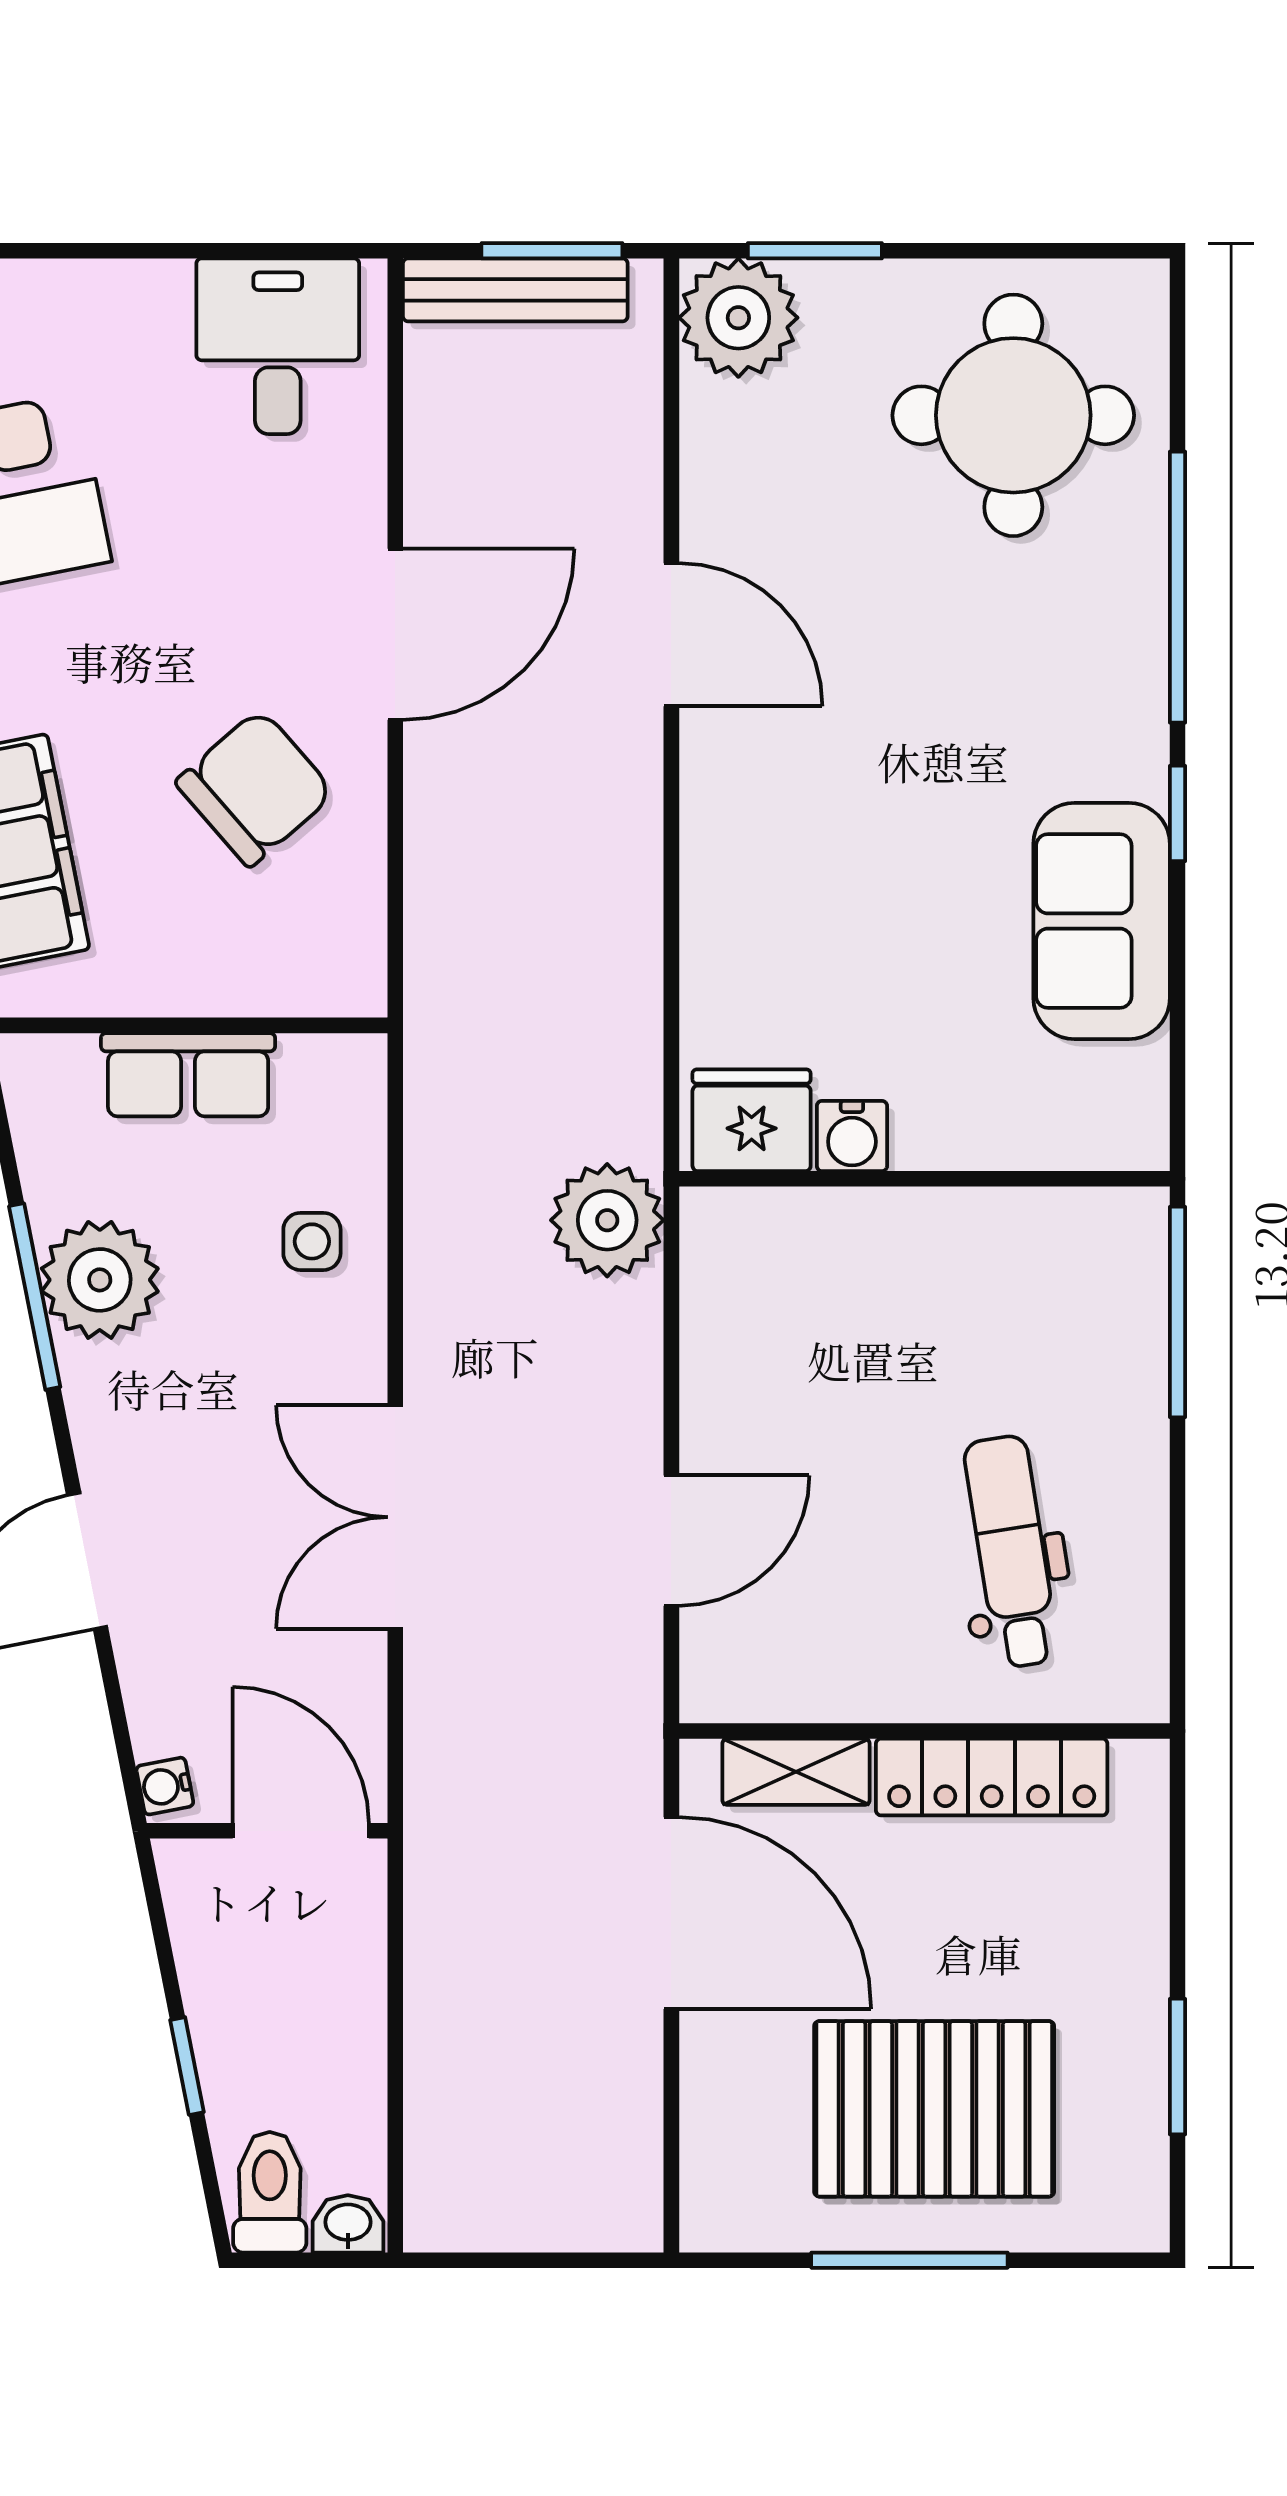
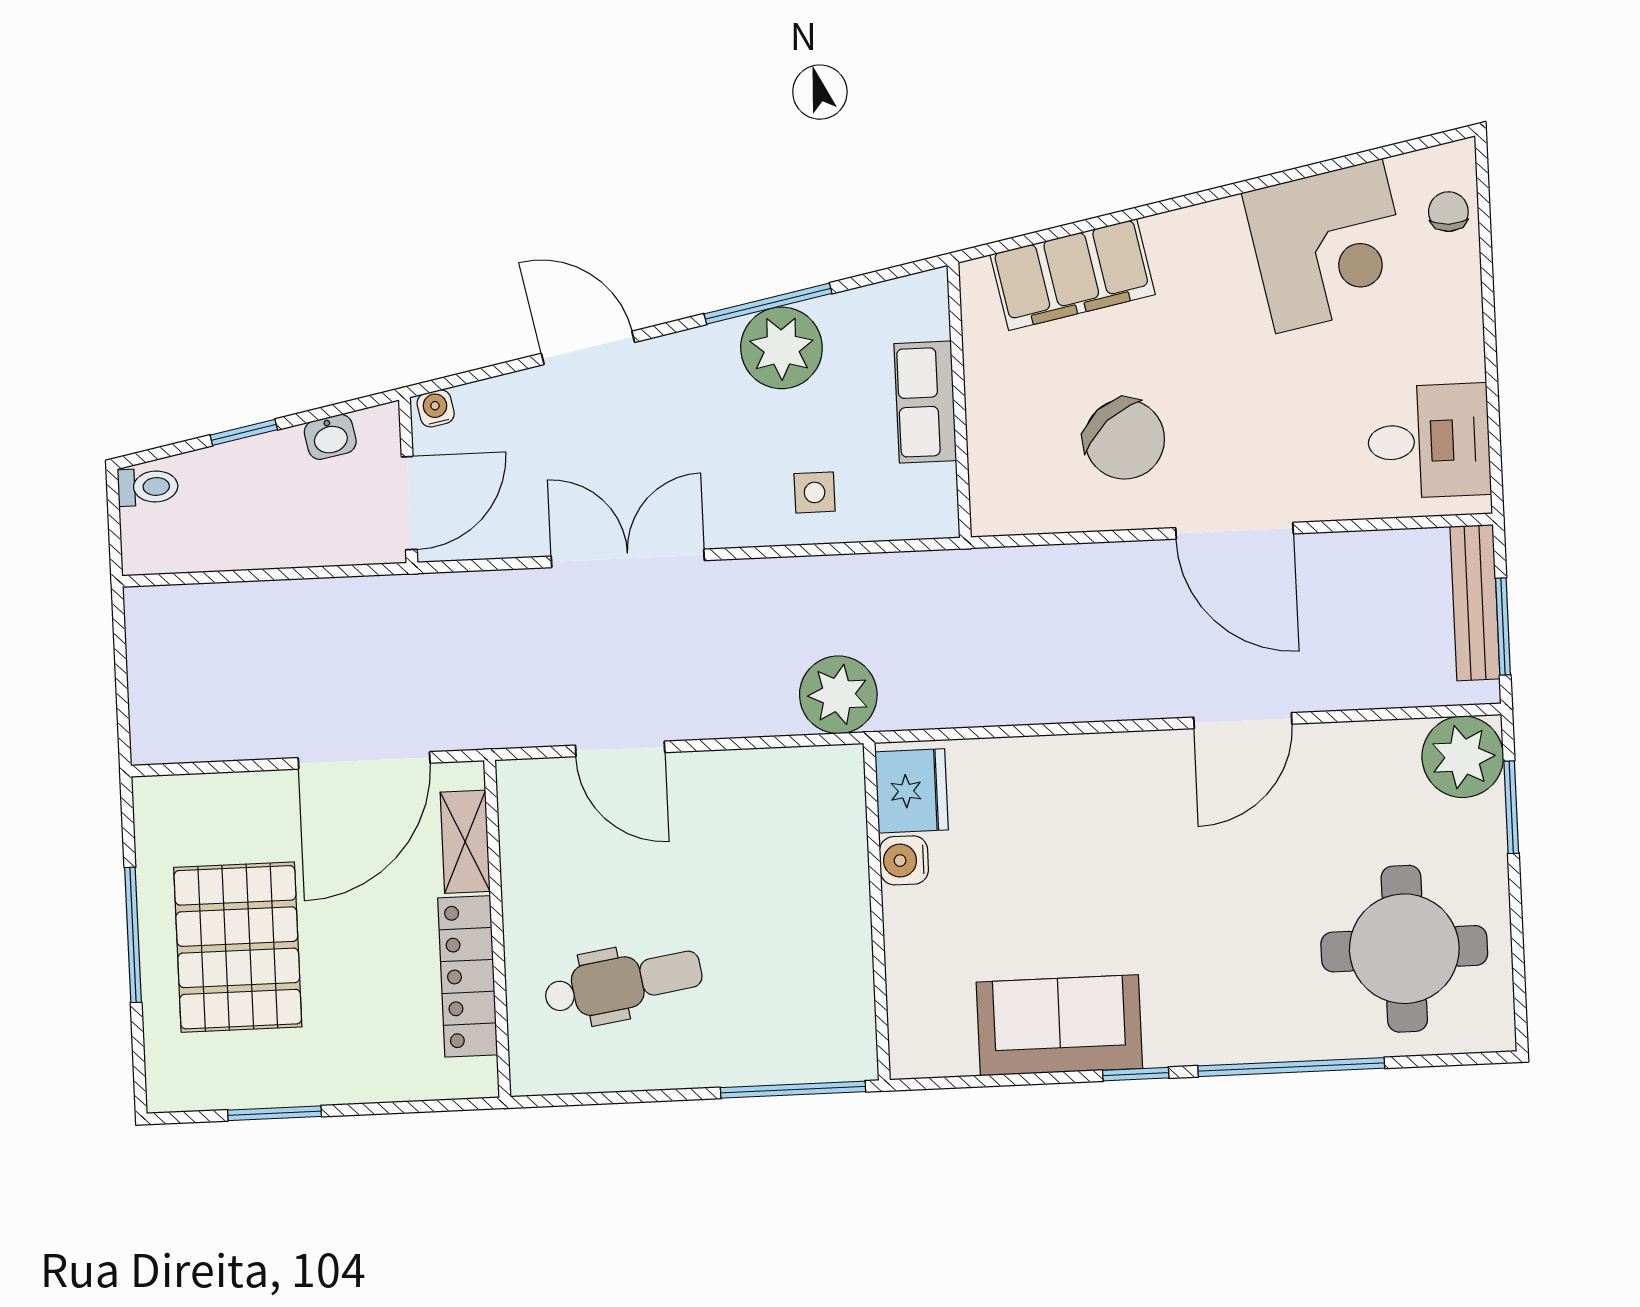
toilet: (270, 2192) -> (148, 487), width x0.73, depth x0.72
washbasin: (348, 2224) -> (330, 437), moved, turned 79

